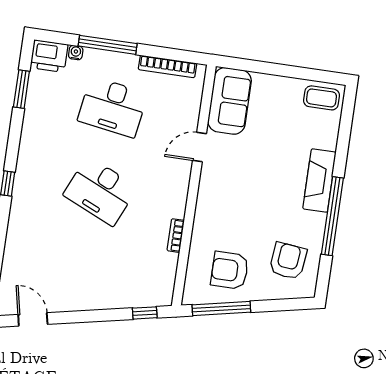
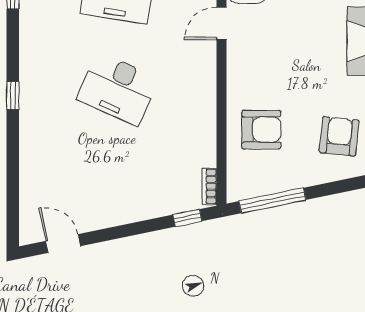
bookcase: (176, 236) -> (209, 186), moved
armchair: (230, 270) -> (261, 130), moved, turned 180

